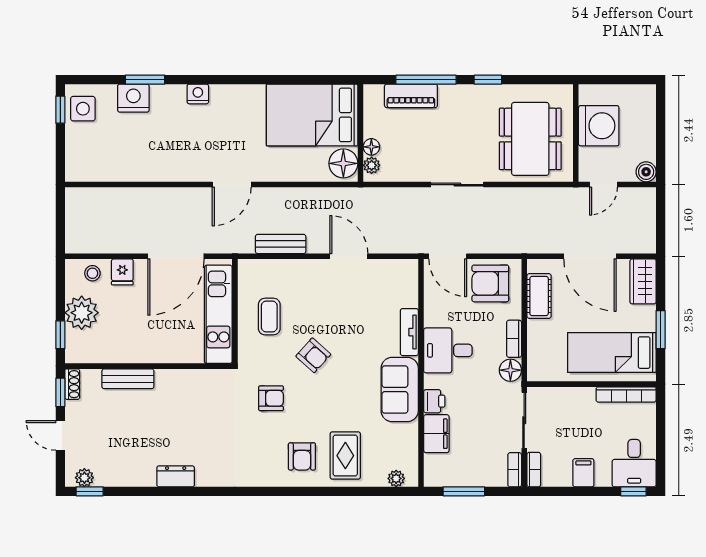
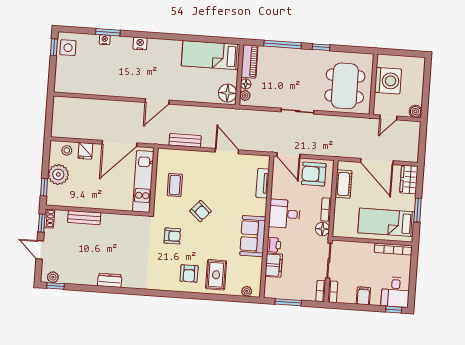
piano: (411, 96) -> (250, 61), moved, turned -90
nightstand: (133, 98) -> (105, 40), width x0.53, depth x0.56
bed: (312, 115) -> (211, 55), width x0.67
tv unit: (409, 332) -> (262, 183), moved

